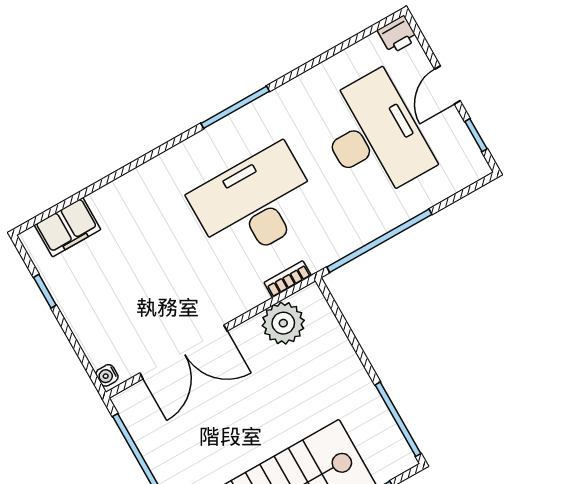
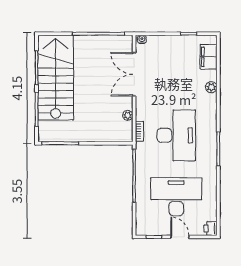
desk: (374, 136) -> (176, 197), turned 180
plant: (123, 189) -> (211, 87), added
plant: (283, 323) -> (128, 115), width x0.53, depth x0.53

